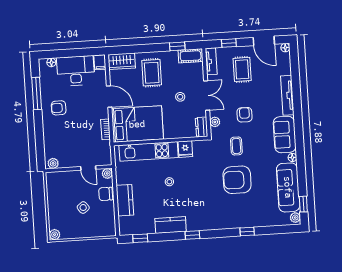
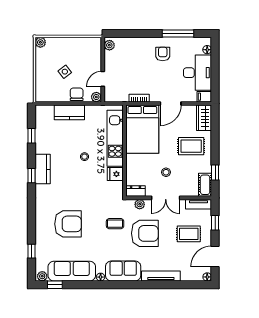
armchair: (245, 115) -> (145, 233), width x1.88, depth x1.88
armchair: (237, 180) -> (68, 224), moved, turned 90
kitchen counter: (171, 225) -> (43, 169), moved
window: (247, 232) -> (32, 251), moved
window: (140, 238) -> (32, 136), moved

